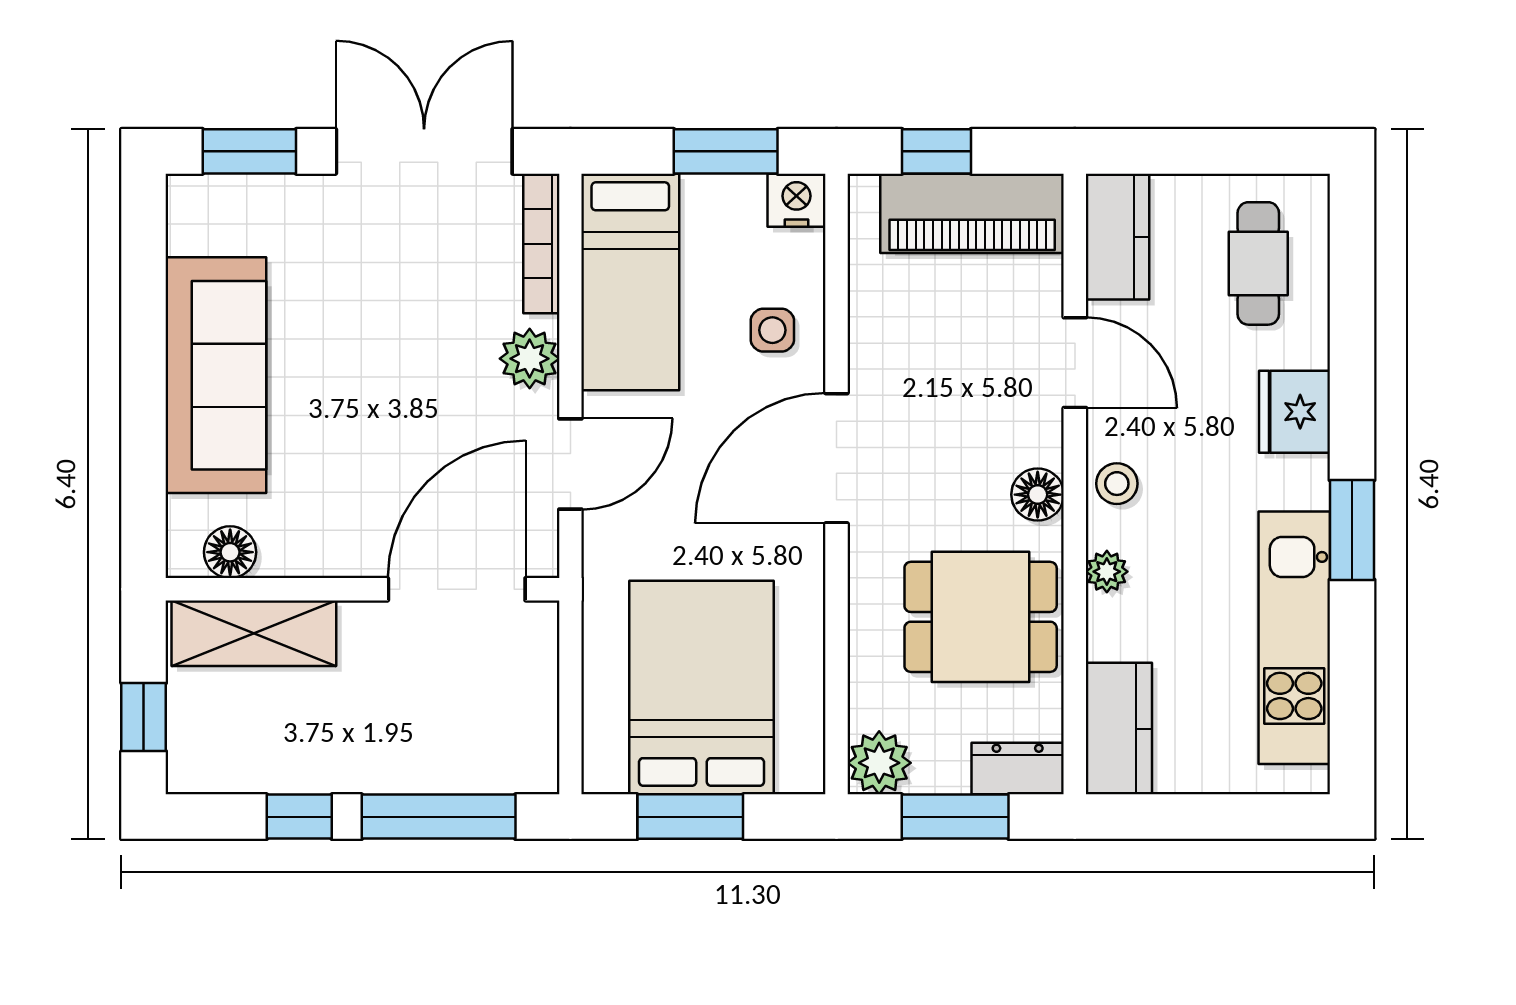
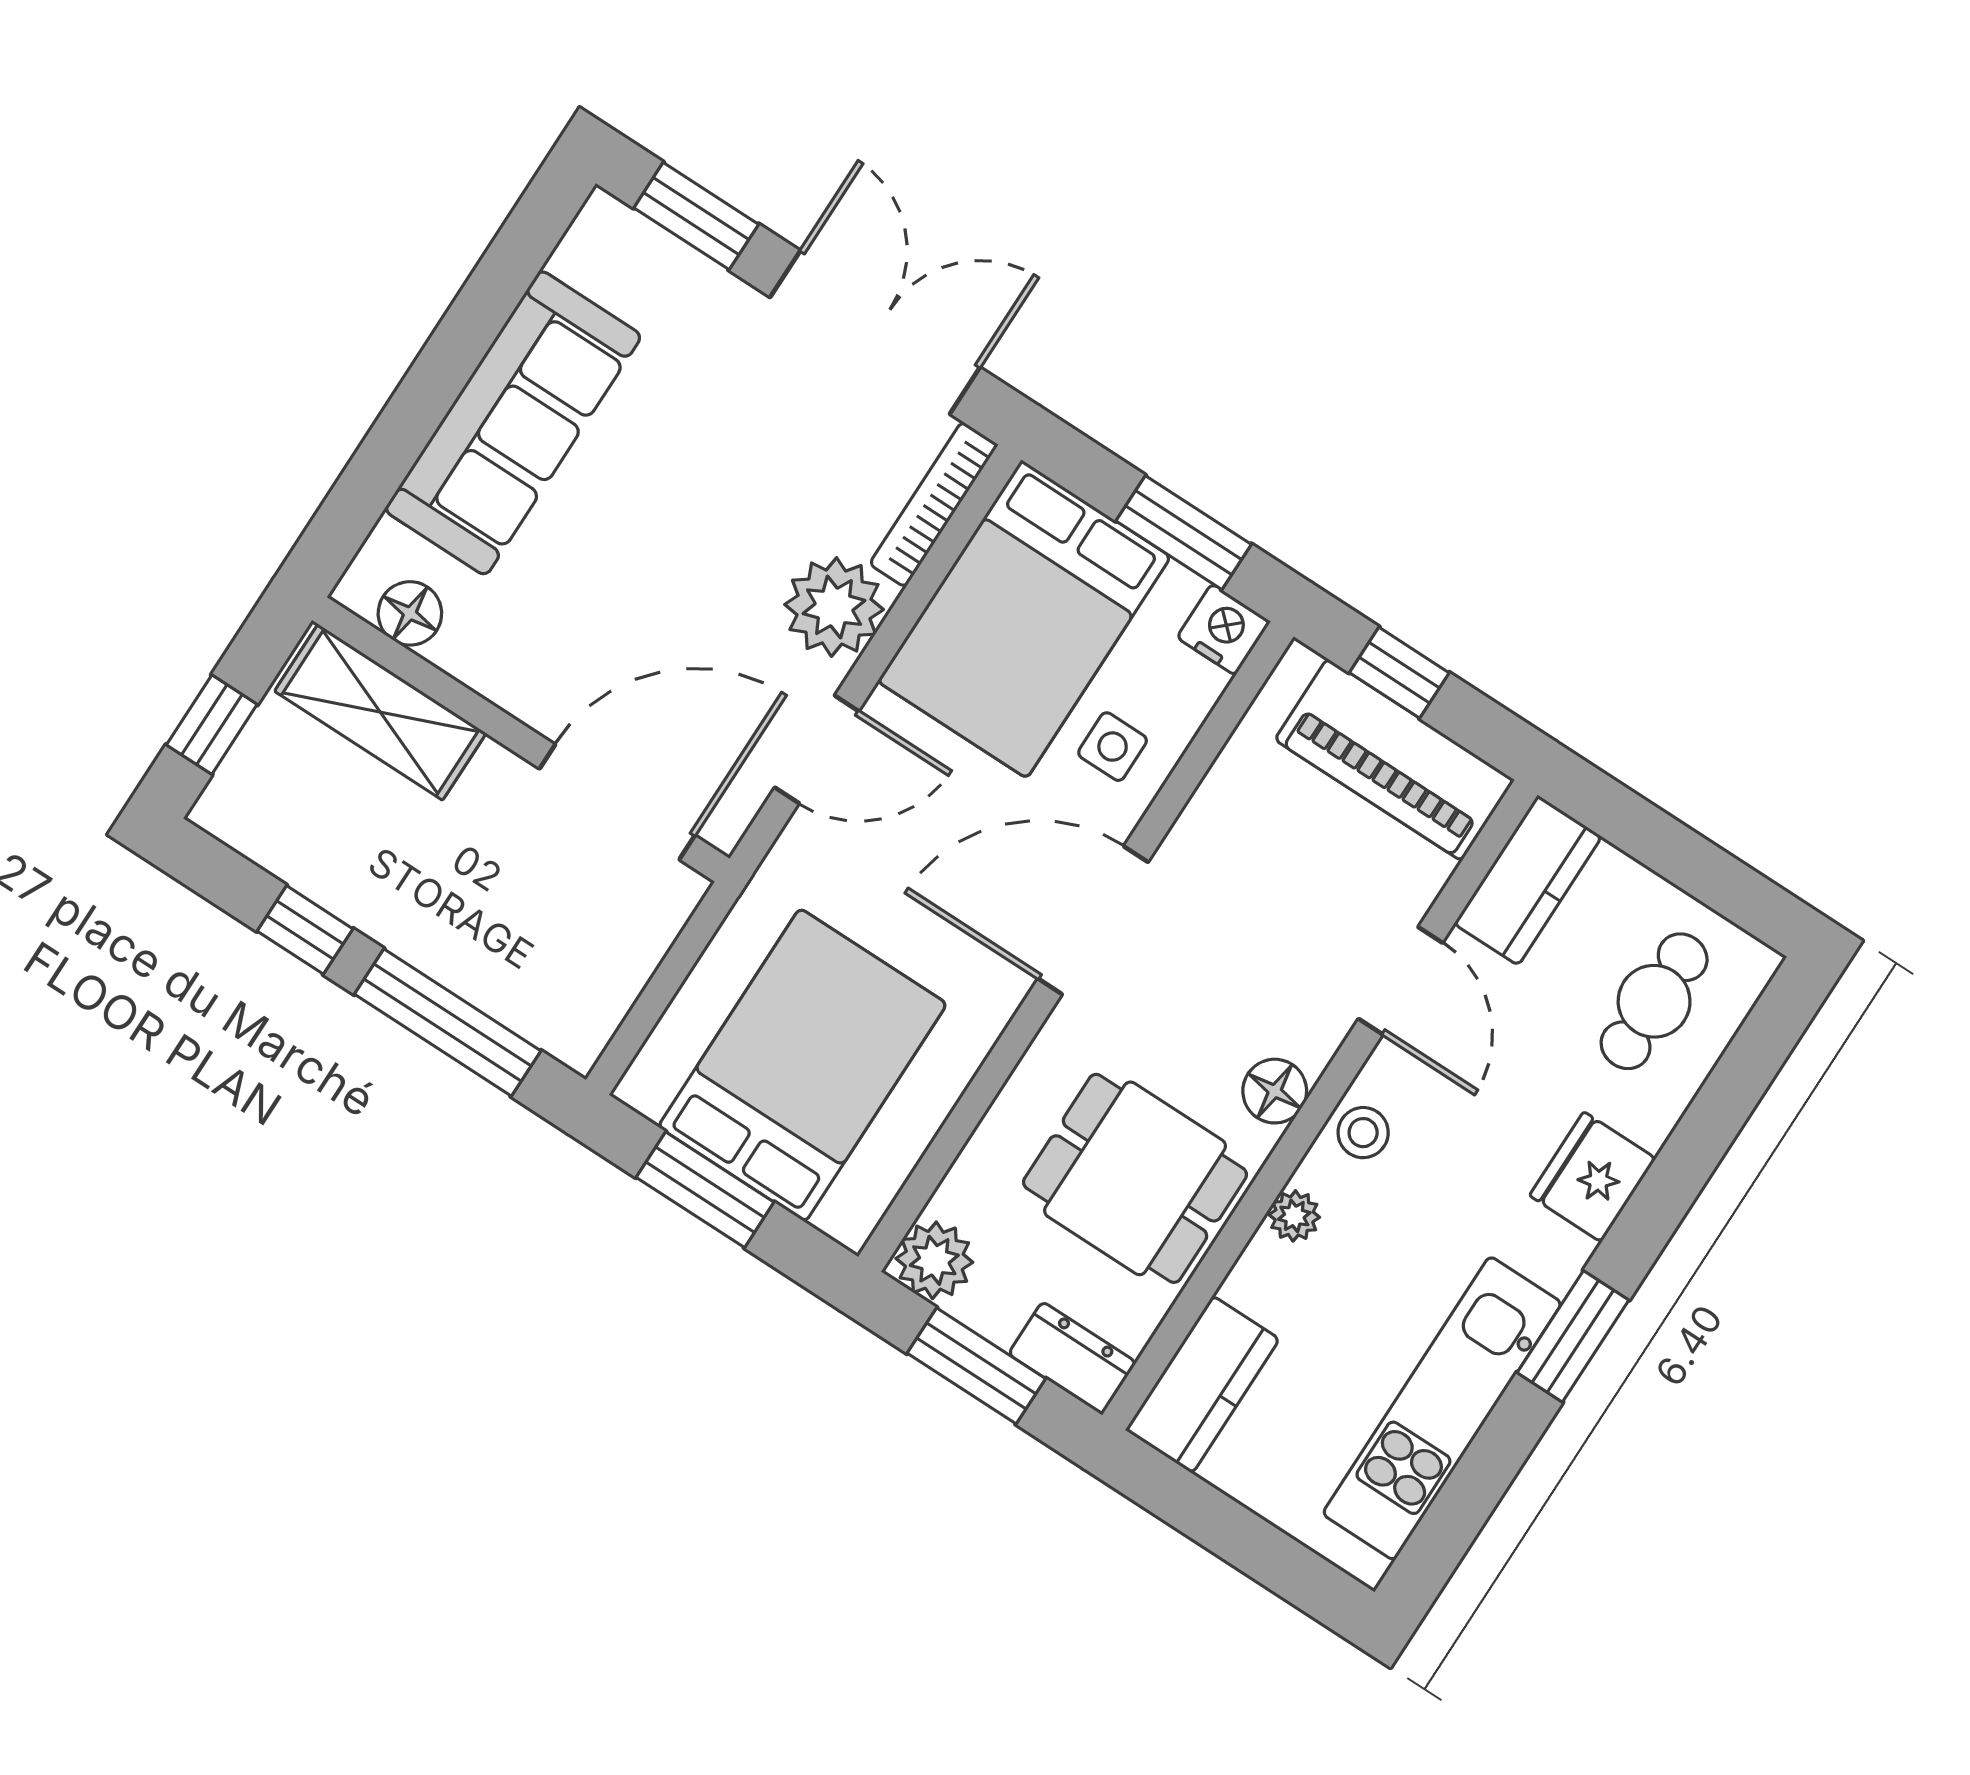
bed: (630, 282) -> (1024, 619), width x1.50
plant: (530, 359) -> (834, 607), width x1.36, depth x1.36

